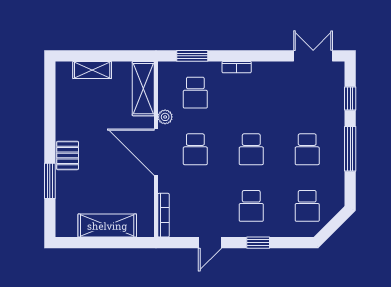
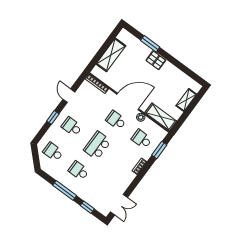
school desk: (251, 149) -> (97, 145), width x1.85

